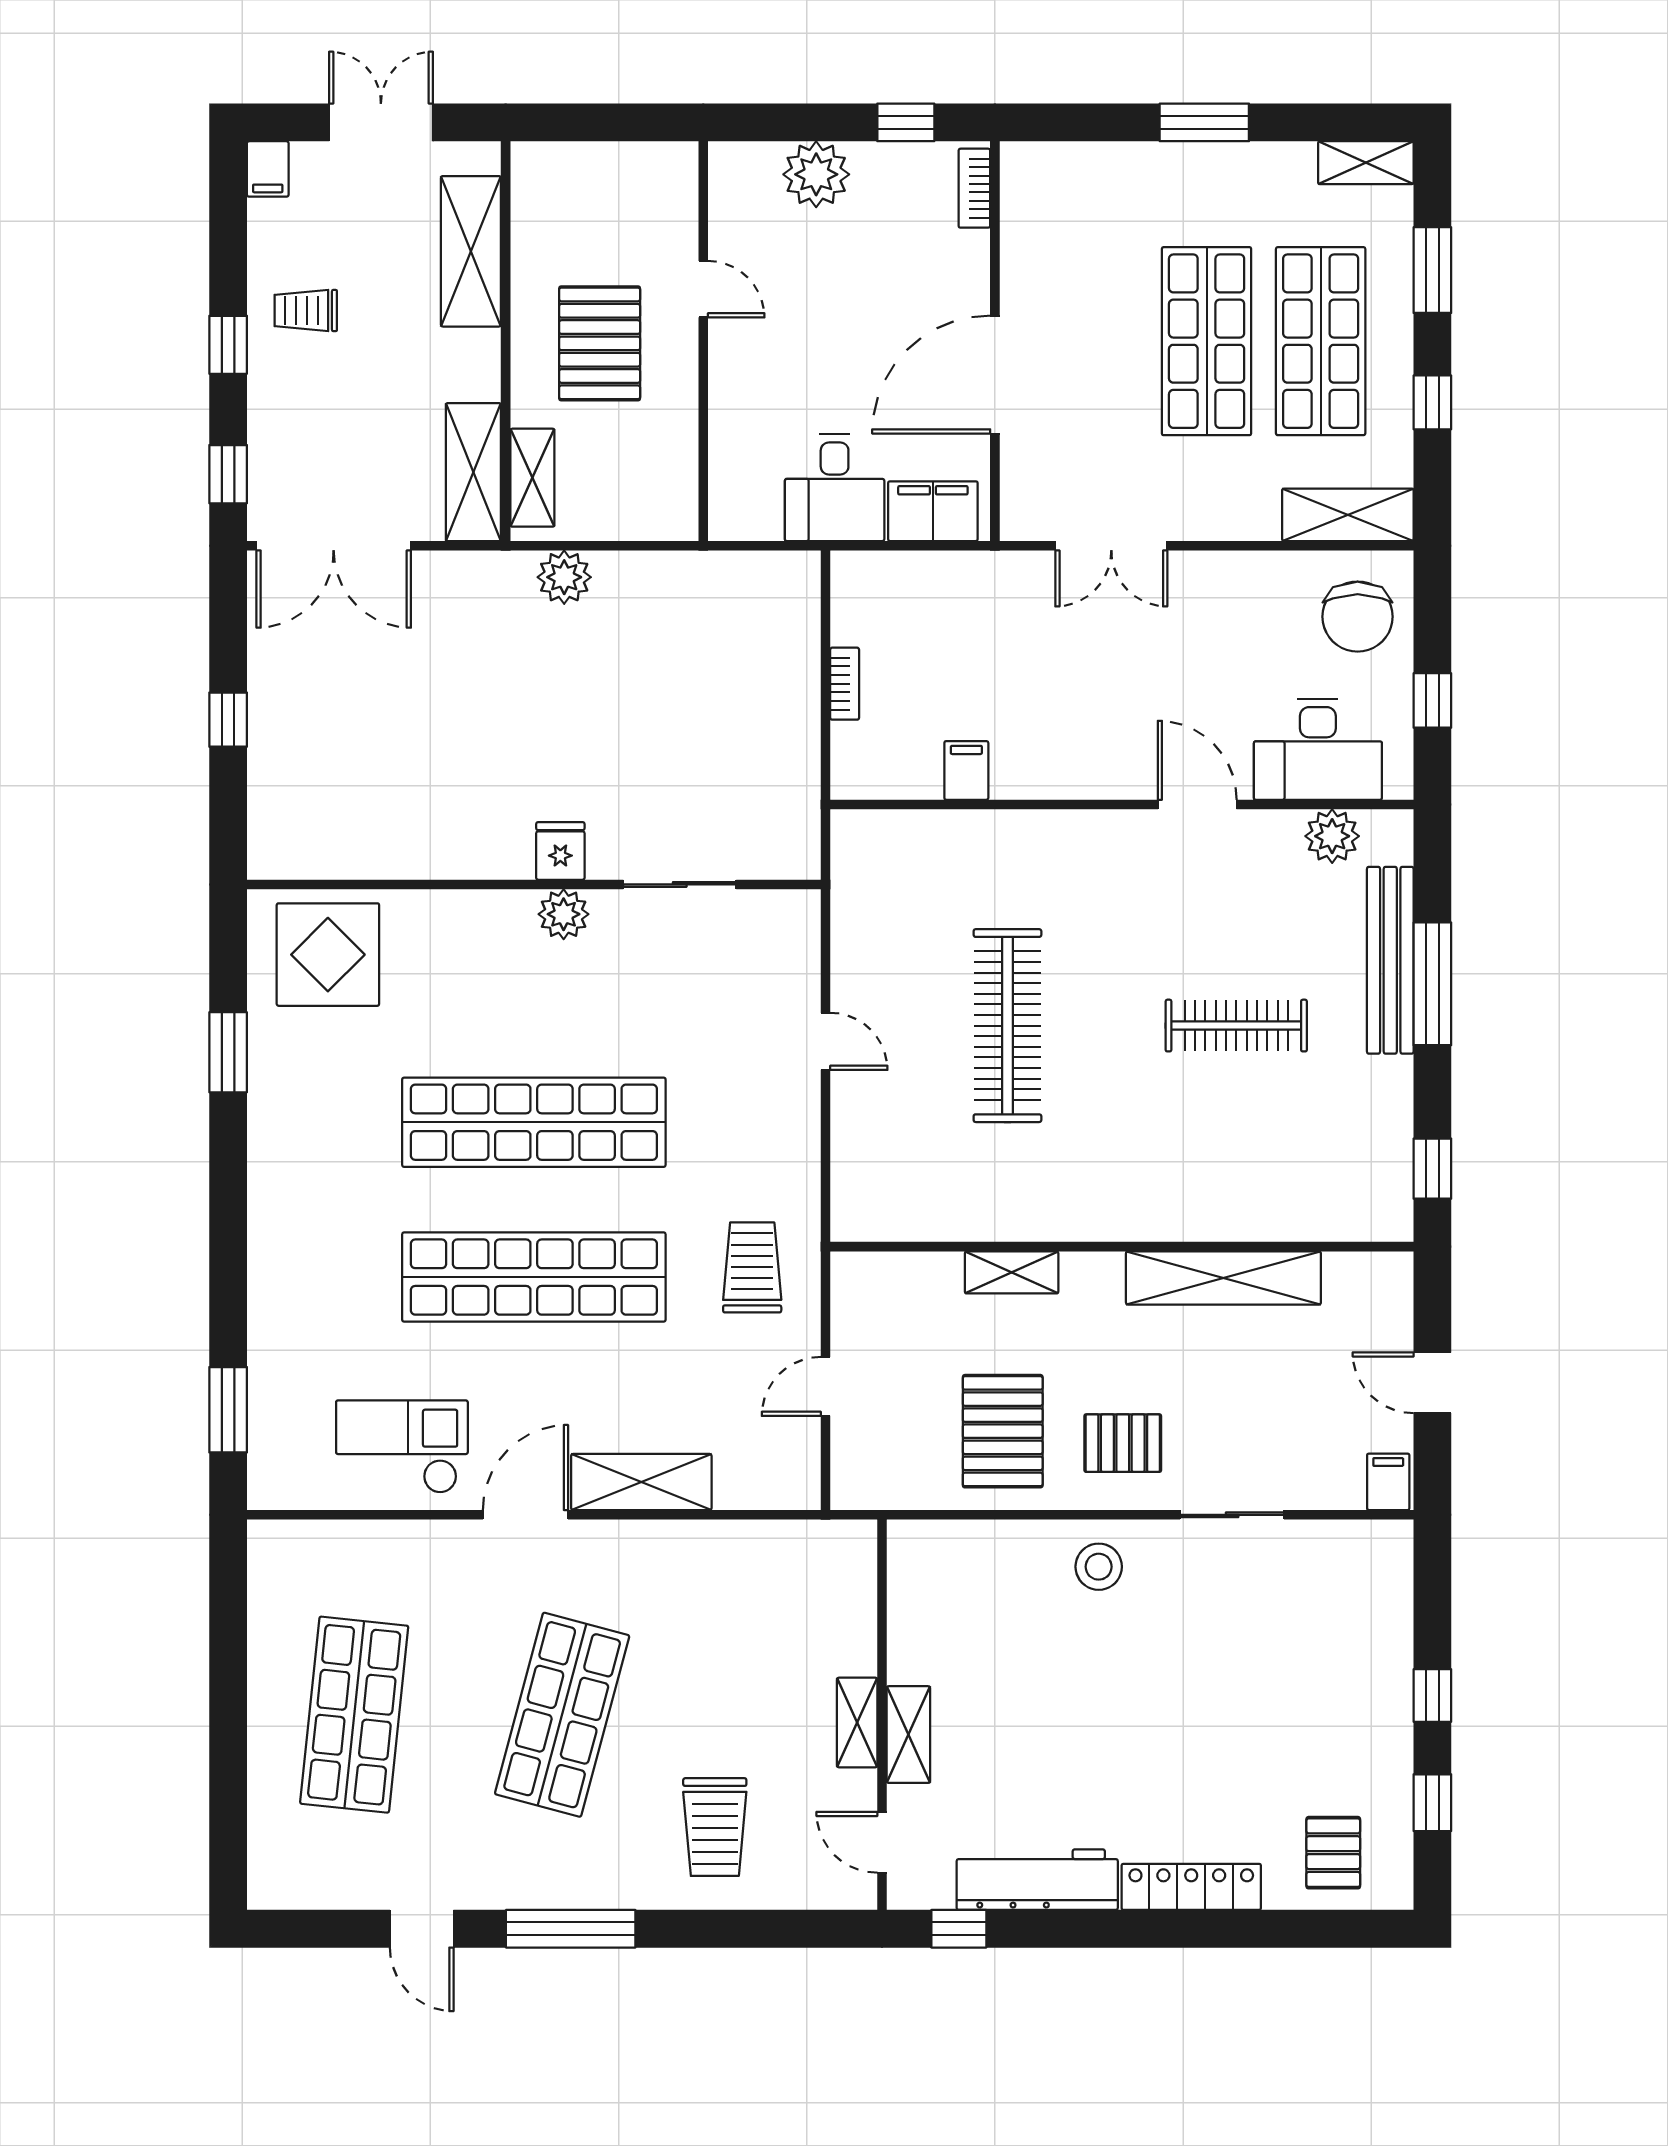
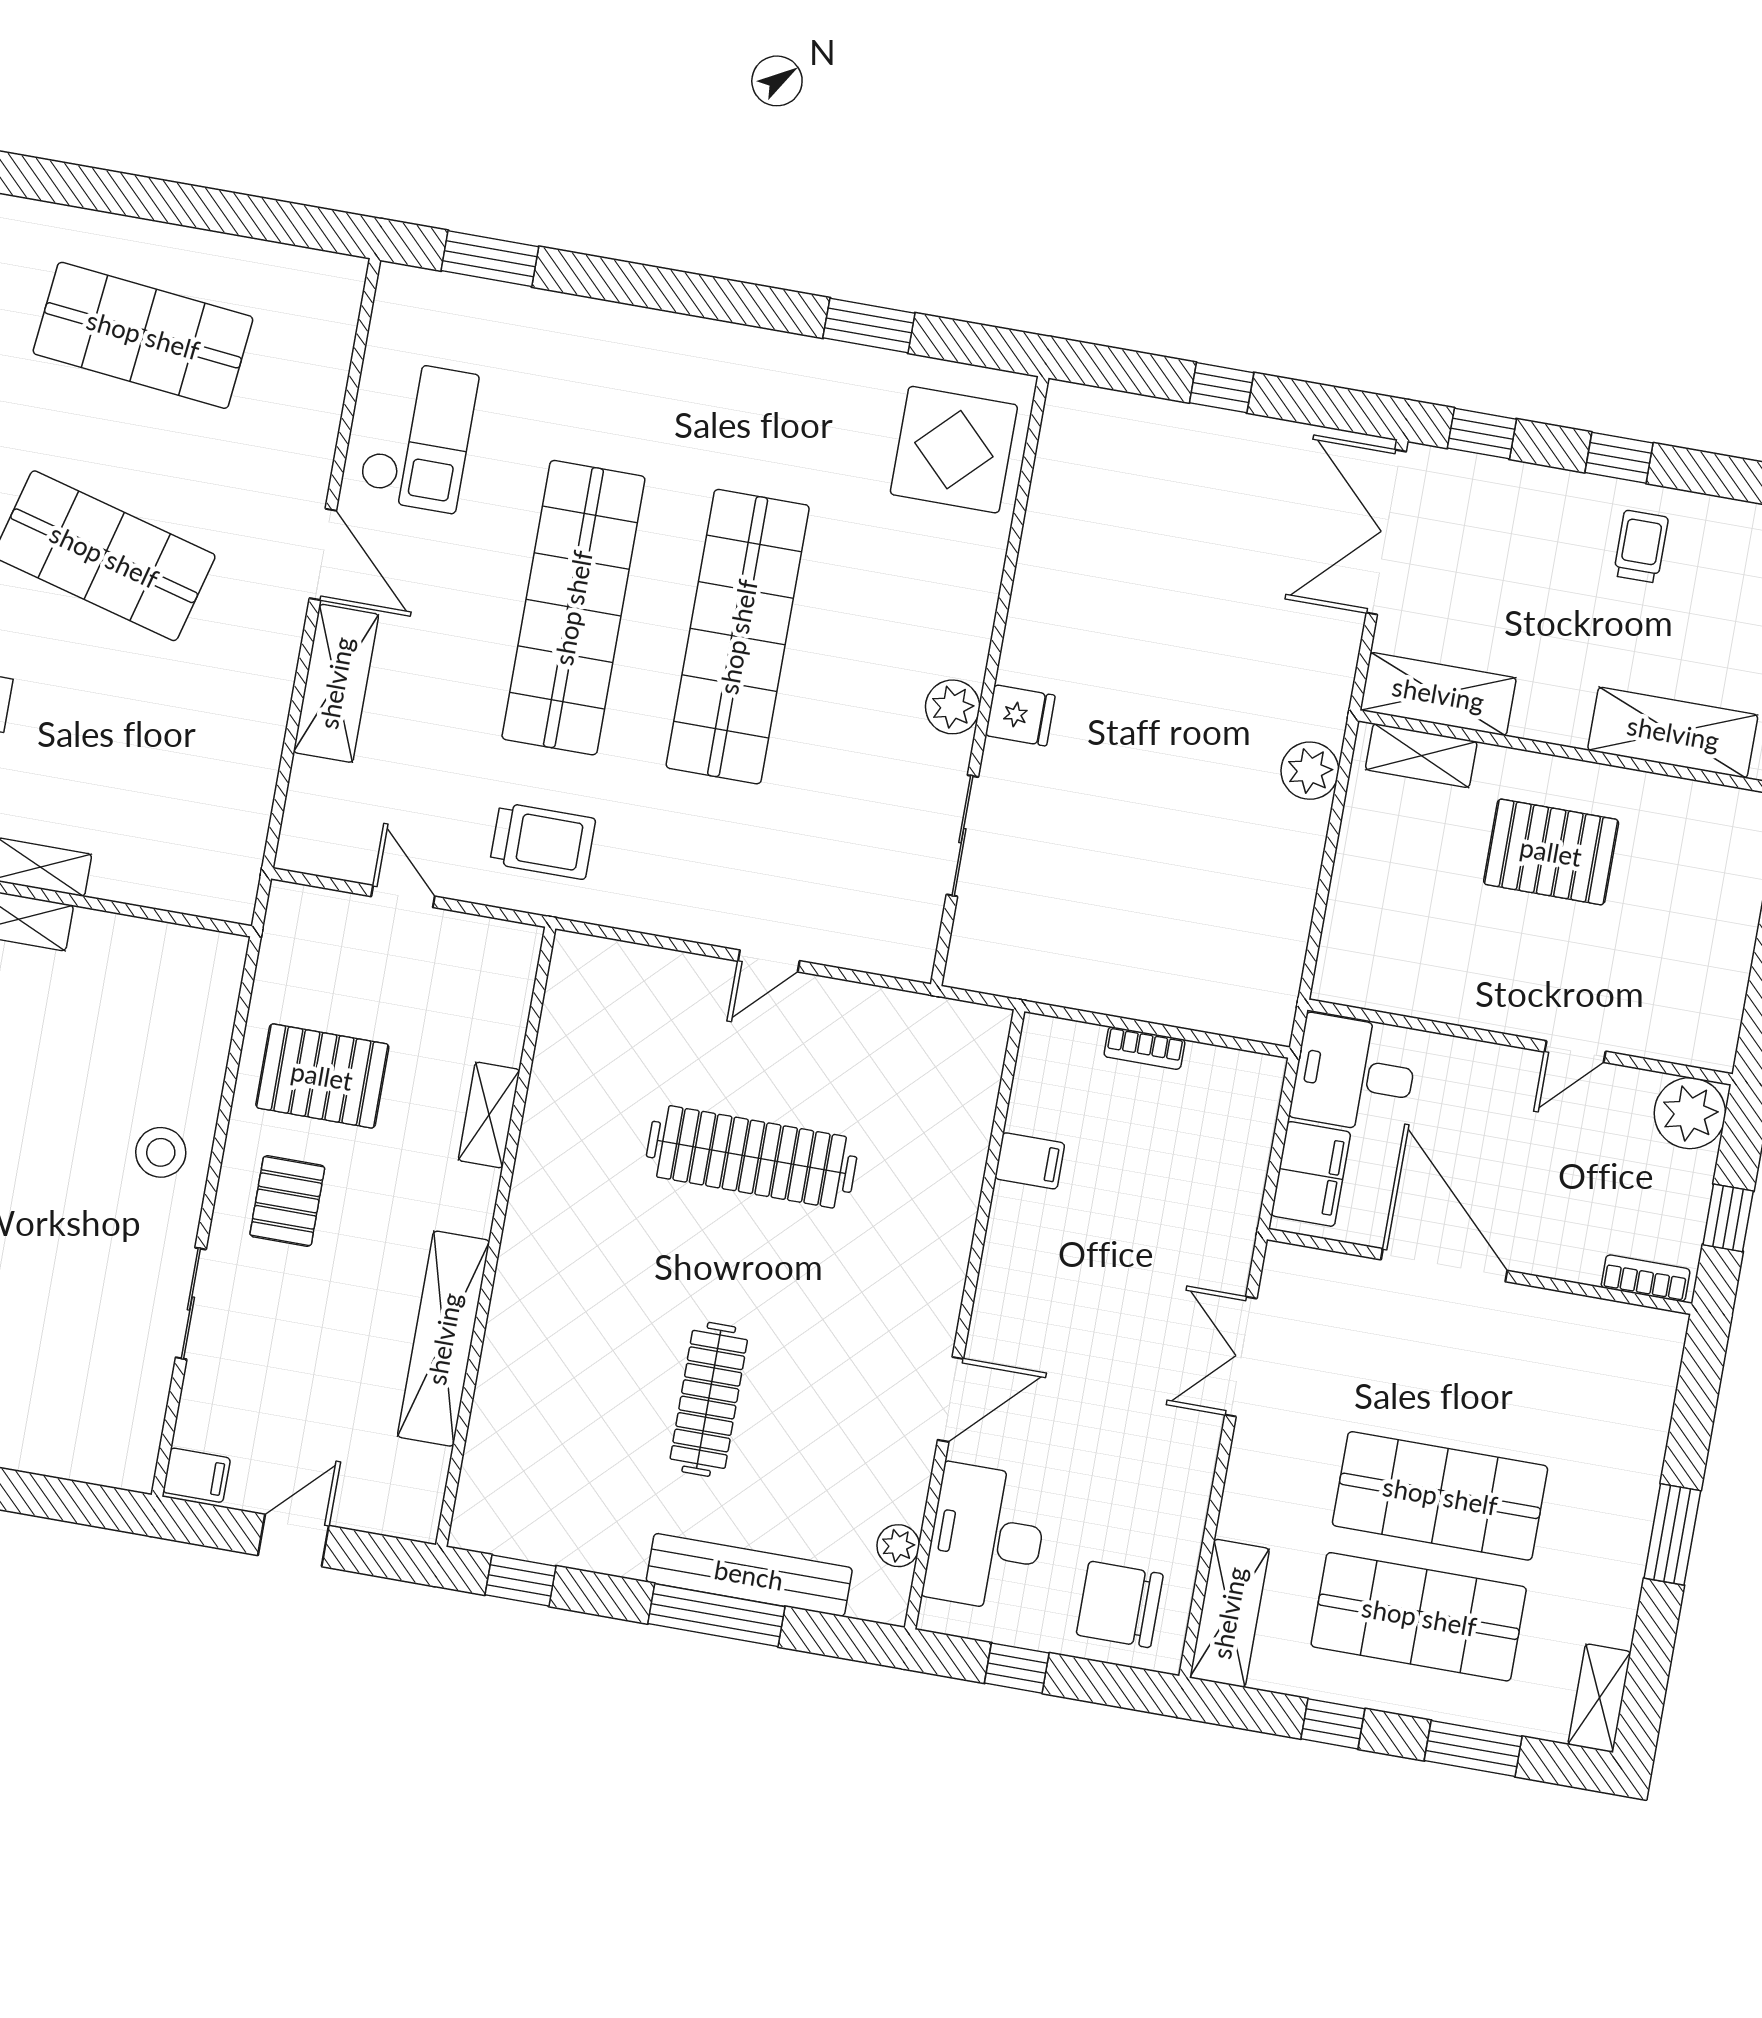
door: (703, 289) -> (1575, 1052), moved
wall: (703, 341) -> (1520, 1042), moved
plant: (1332, 836) -> (898, 1546), width x0.73, depth x0.73

